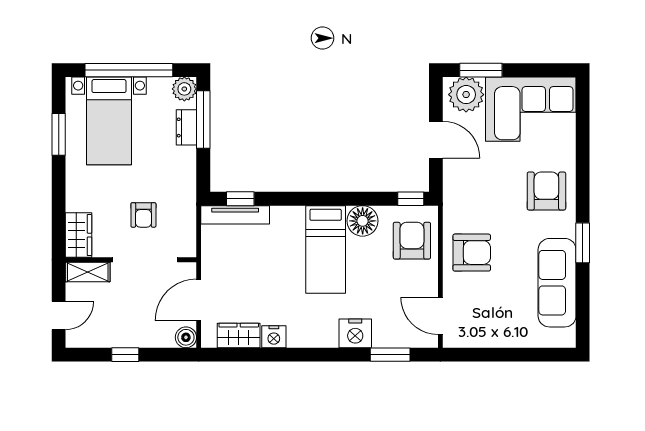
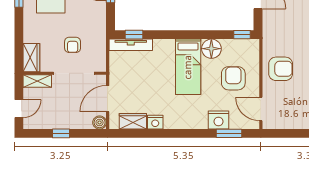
armchair: (412, 241) -> (233, 78), moved
nightstand: (355, 333) -> (218, 120), moved

